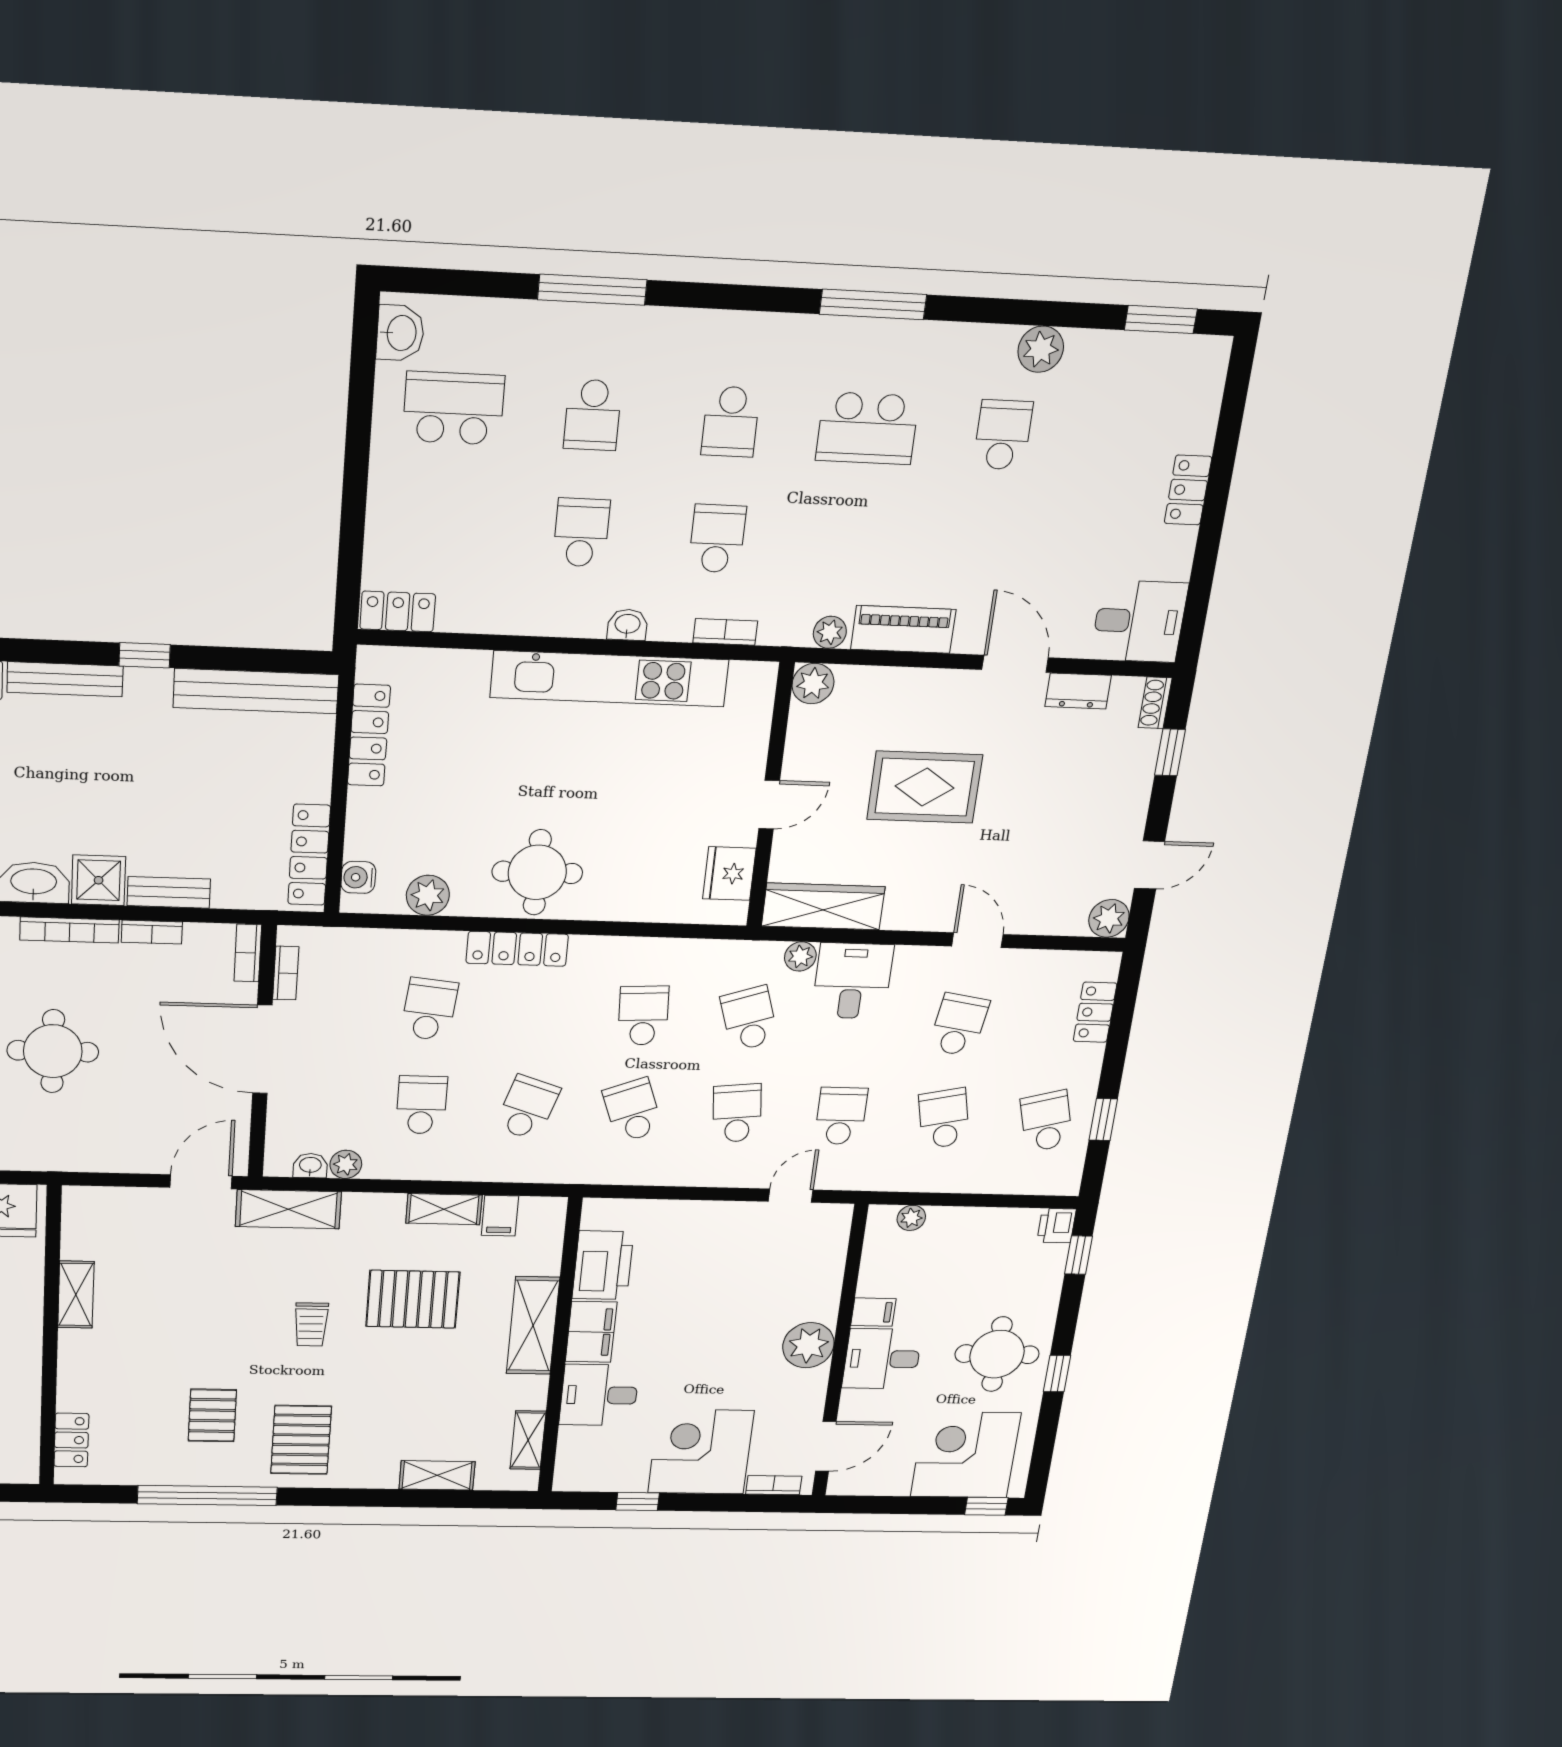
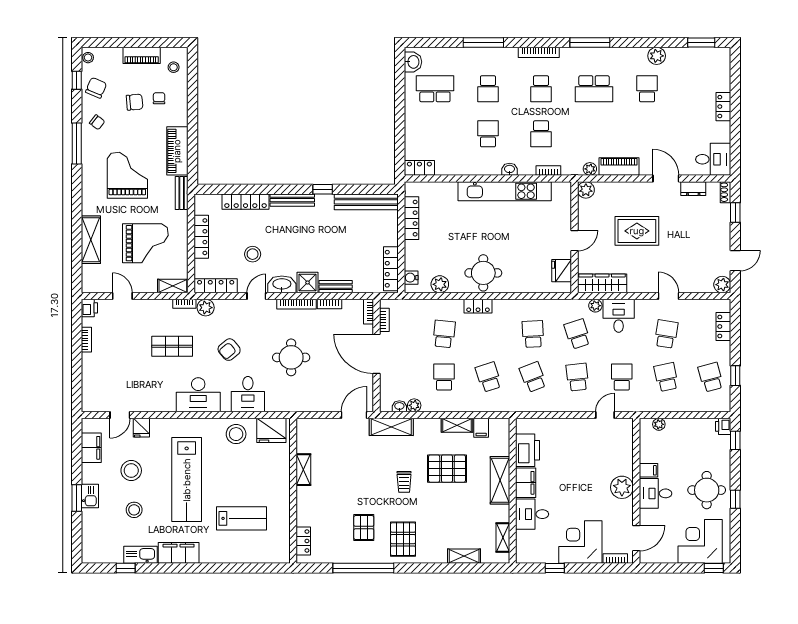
bookcase: (736, 324) -> (539, 52), added
school desk: (717, 539) -> (541, 134), turned 180
locker: (517, 949) -> (478, 306), width x0.66
school desk: (527, 1108) -> (488, 377), turned -36

